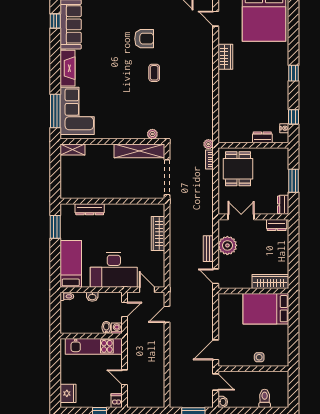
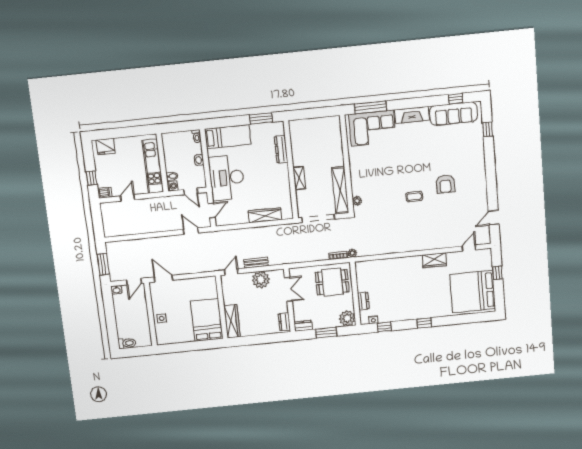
shelving: (73, 150) -> (299, 178), moved
plant: (280, 156) -> (347, 318), added
toilet: (265, 398) -> (127, 343), moved

